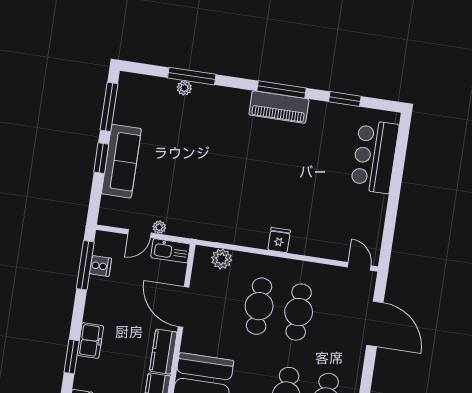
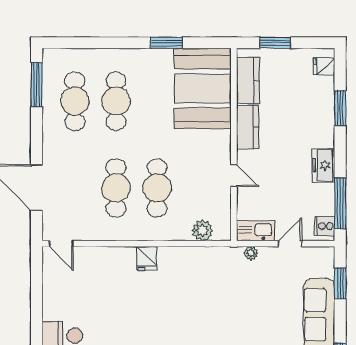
window: (101, 158) -> (340, 284), moved
plant: (159, 227) -> (251, 253), moved
cooker: (100, 266) -> (325, 226), moved
door: (184, 307) -> (234, 176), width x0.53
freezer: (90, 341) -> (323, 165), moved

